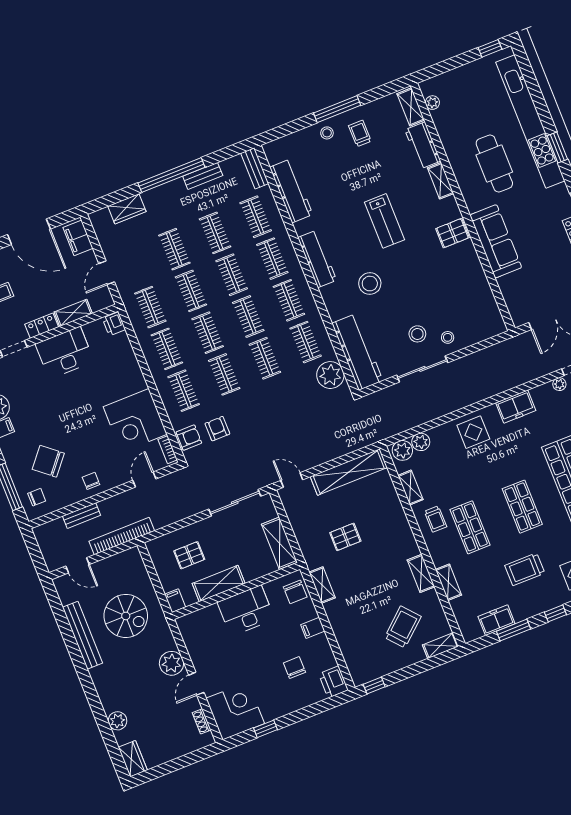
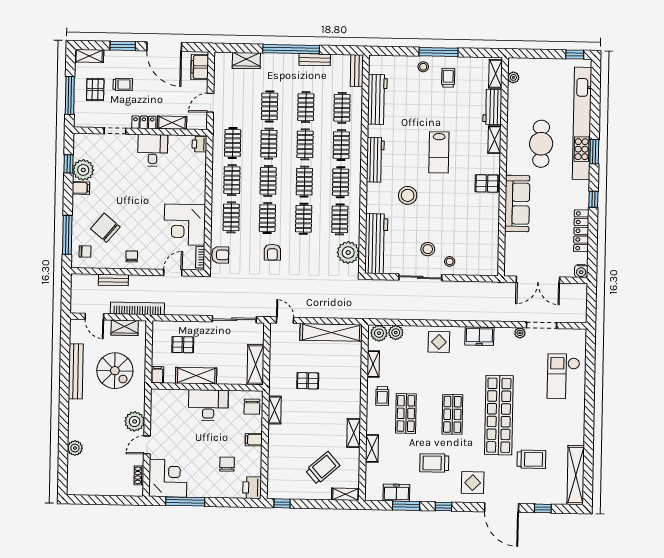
desk: (65, 353) -> (153, 150), width x0.73
armchair: (217, 429) -> (272, 252), moved, turned 180
window: (265, 729) -> (185, 502), width x2.17
wardrobe: (133, 759) -> (125, 328), moved, turned 90

